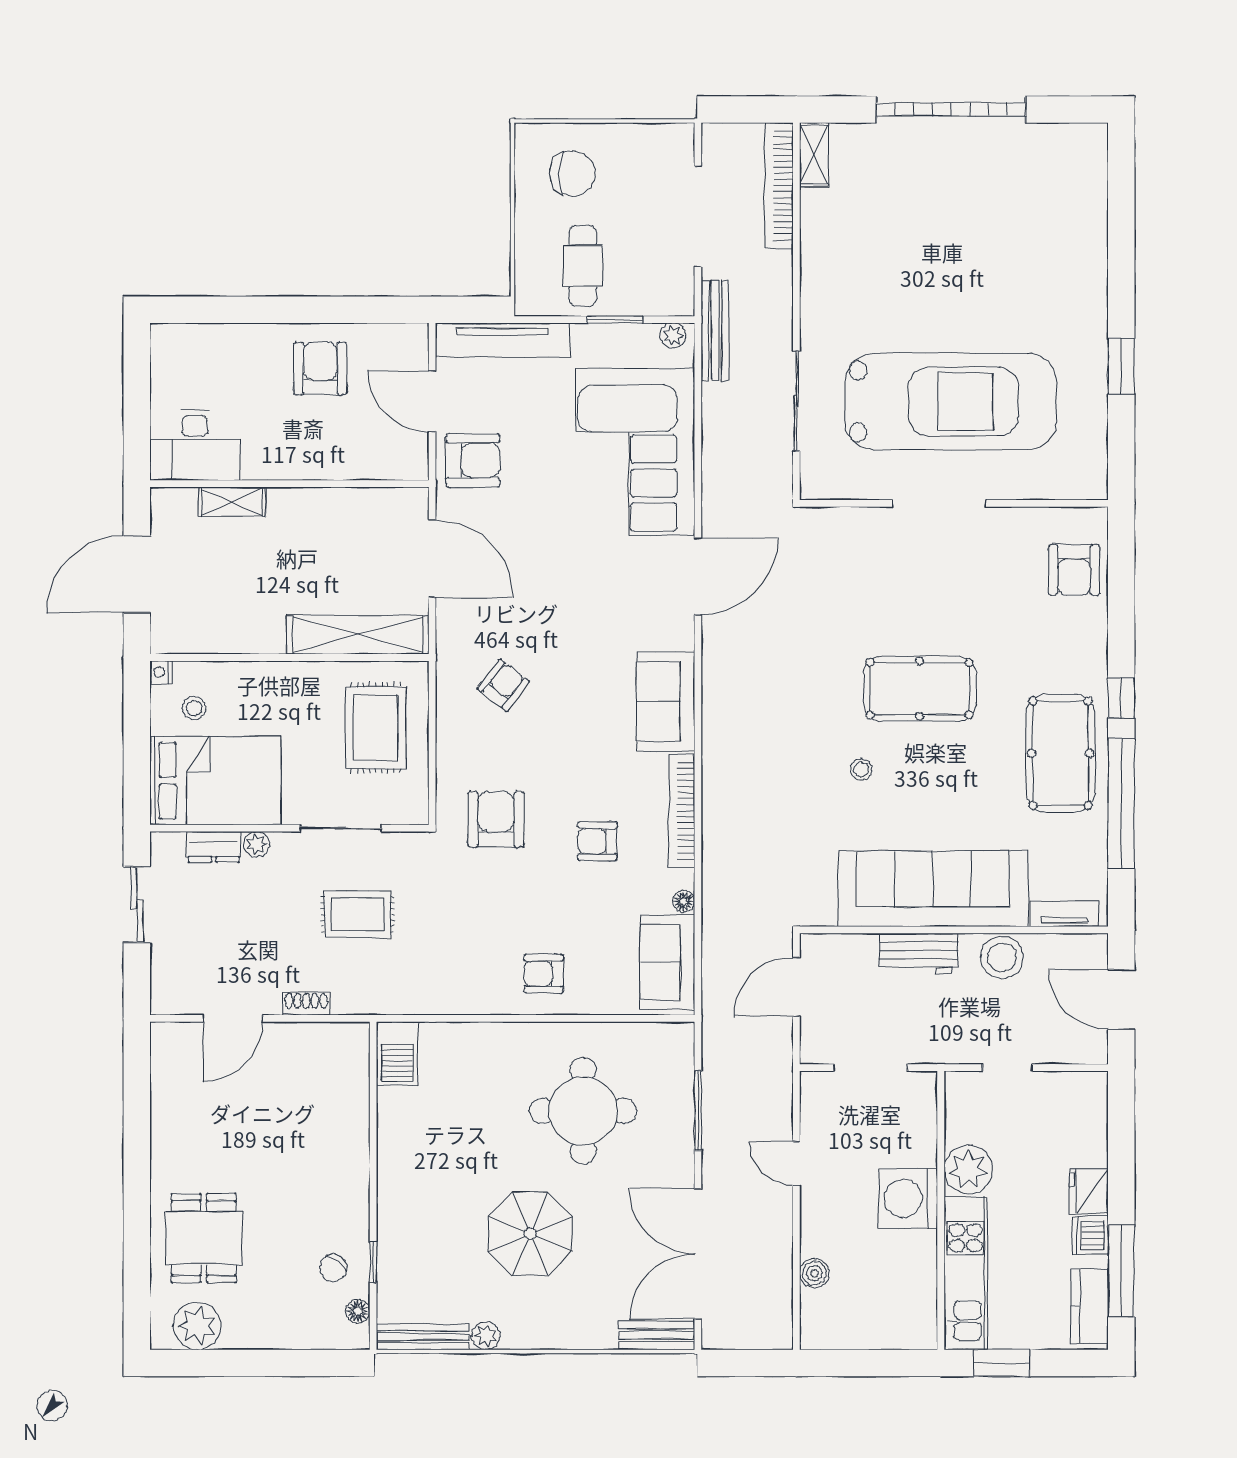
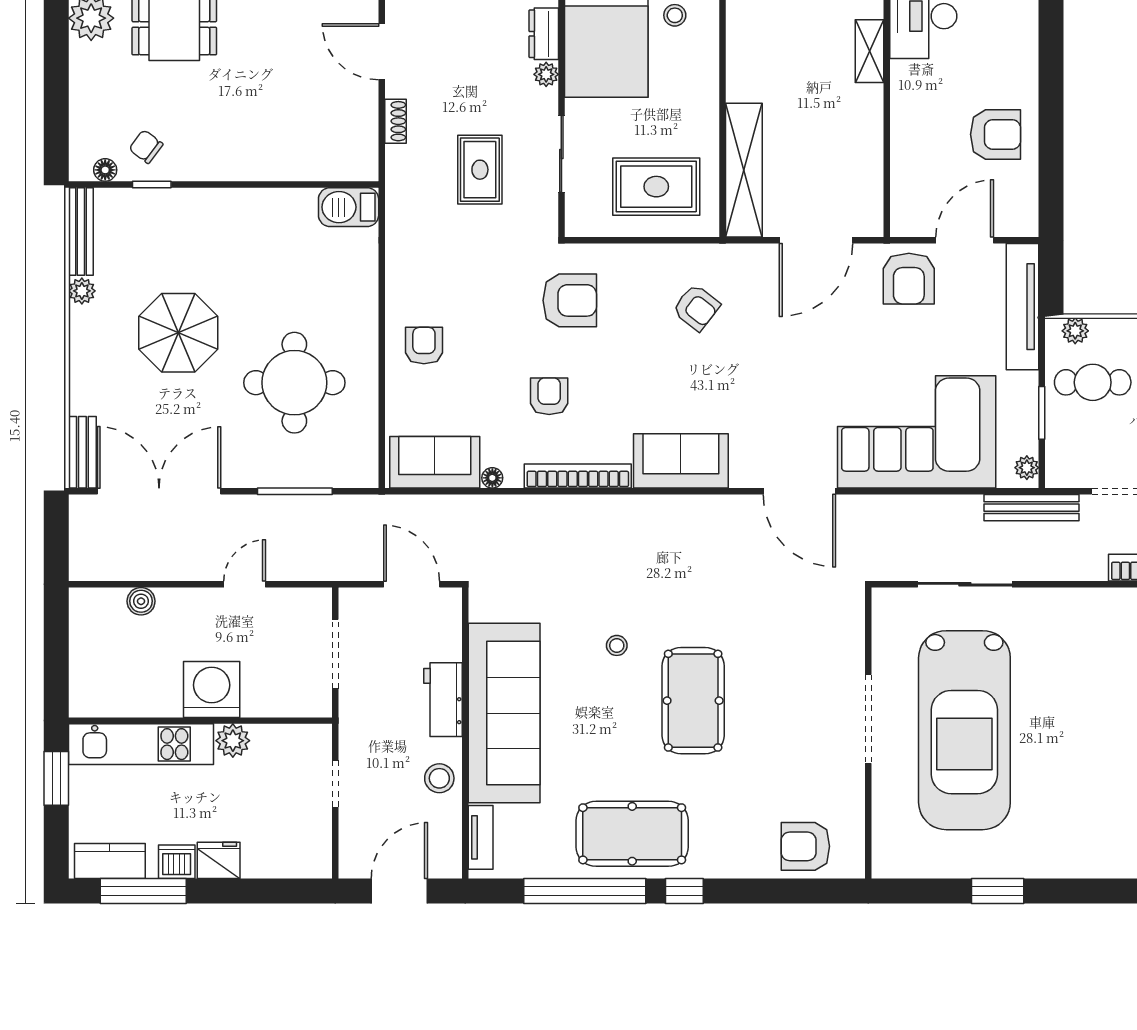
plant: (528, 284) -> (1075, 331), added
stool: (1002, 957) -> (439, 778), width x0.73, depth x0.73
plant: (968, 1170) -> (233, 741), width x0.73, depth x0.73

